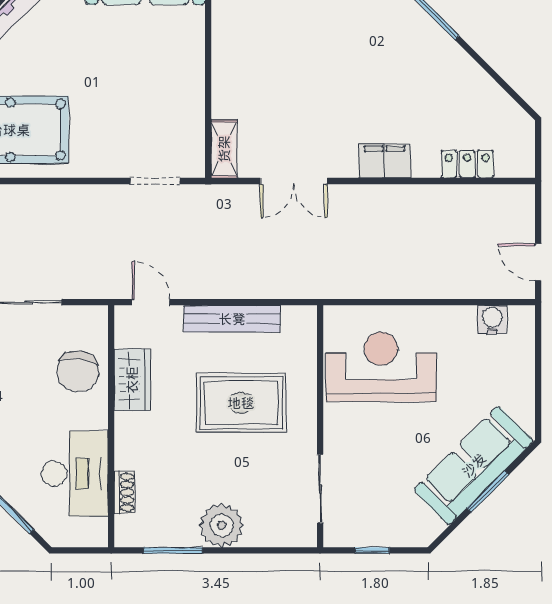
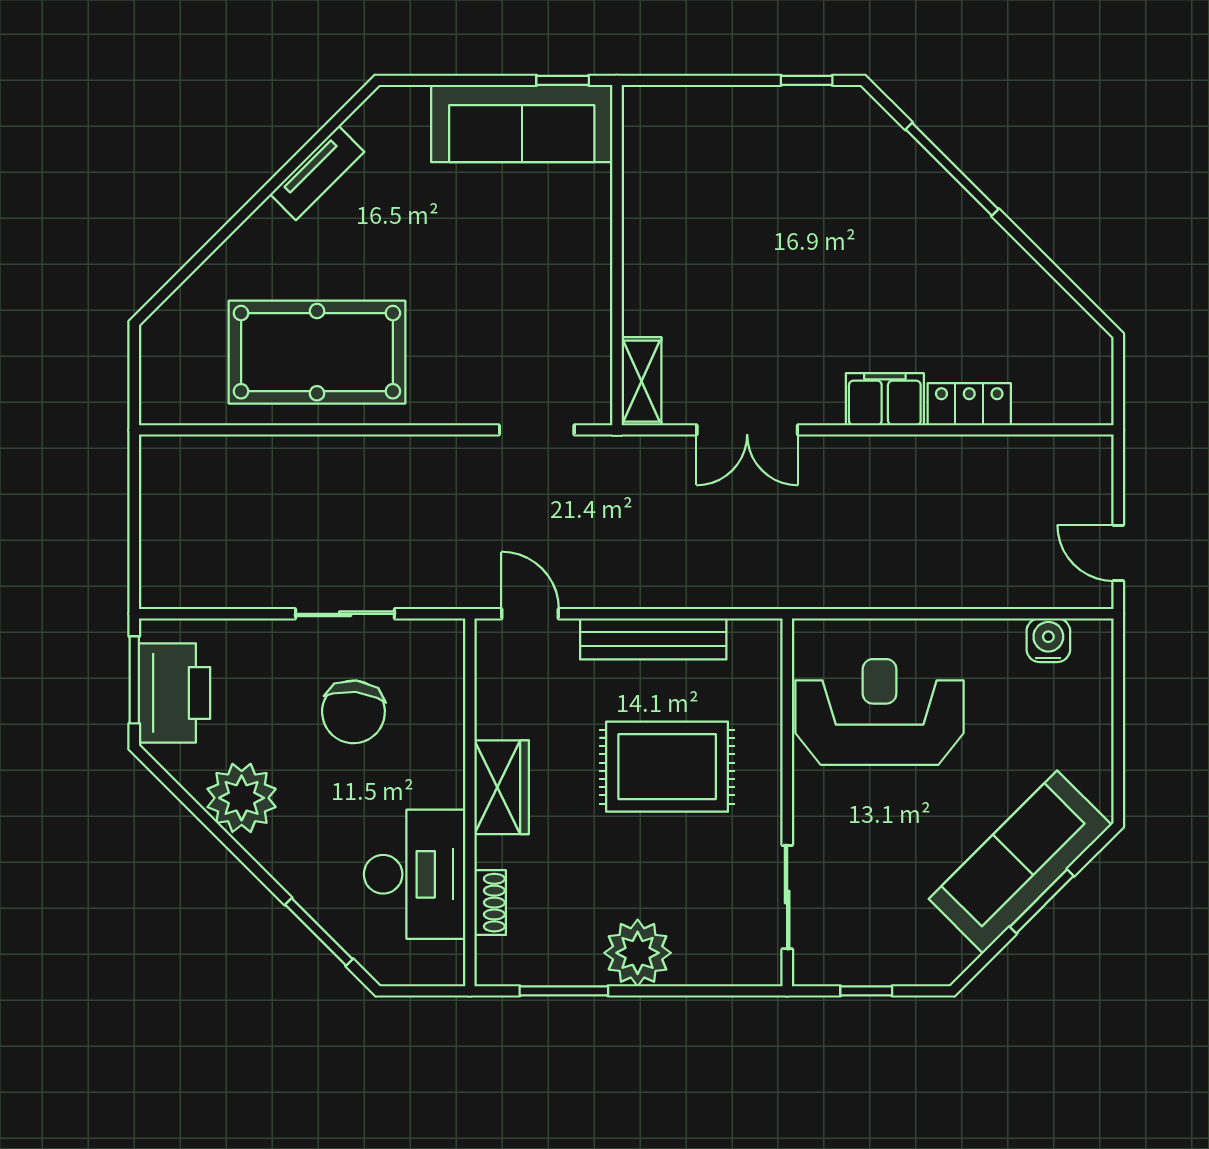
locker: (467, 164) -> (969, 404), moved
chair: (78, 371) -> (353, 712), moved
wardrobe: (132, 380) -> (502, 787), moved

